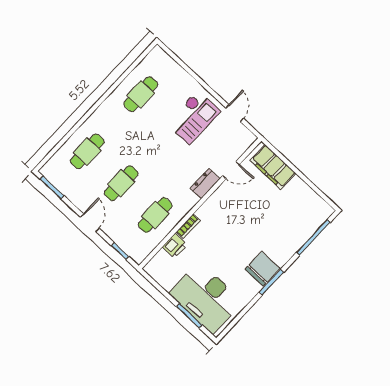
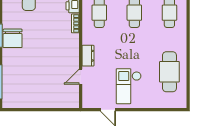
cafe table: (141, 94) -> (169, 72), width x1.37, depth x1.35
filing cabinet: (273, 167) -> (59, 100), removed

